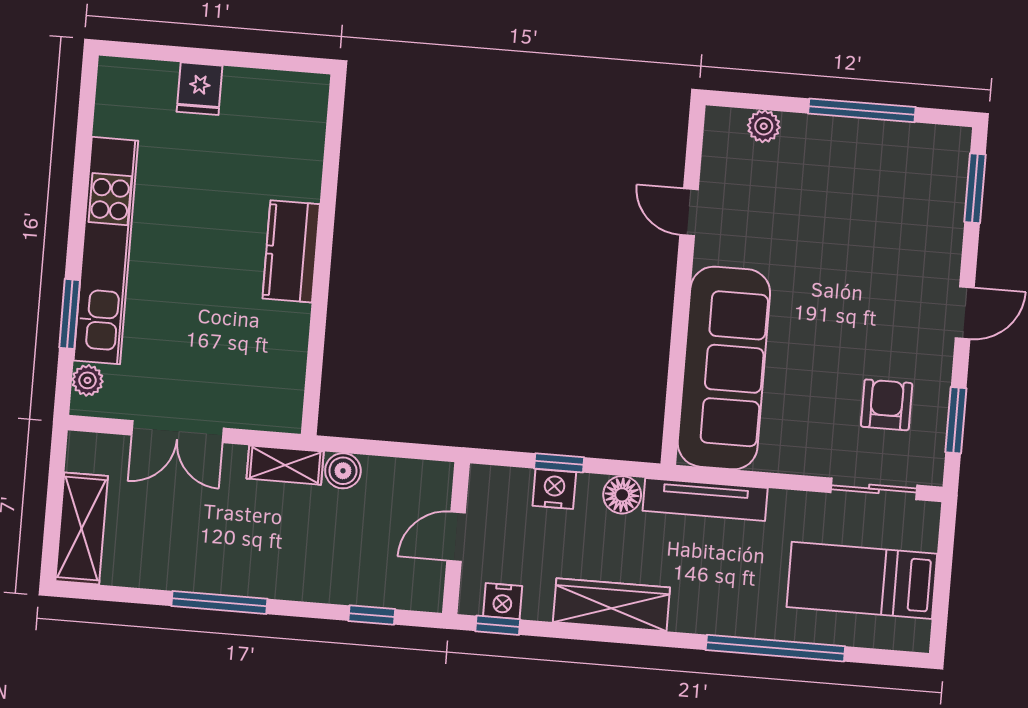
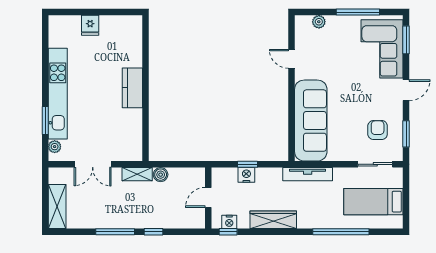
corner sofa: (914, 206) -> (382, 49), added
floor lamp: (622, 495) -> (274, 175), removed
window: (372, 615) -> (153, 232), moved

